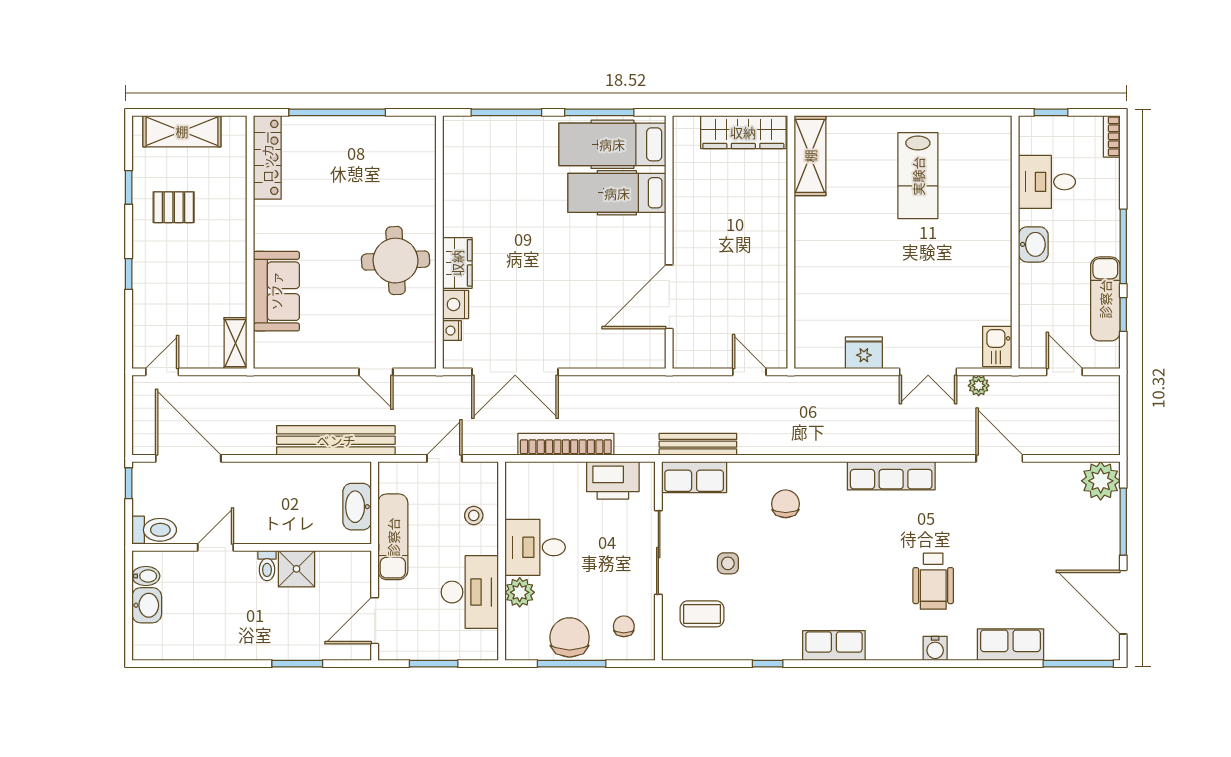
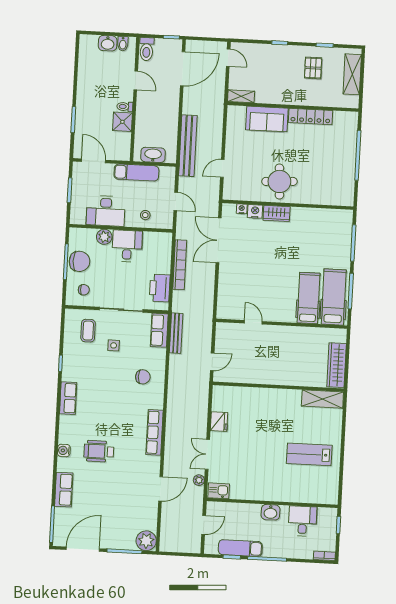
locker: (267, 157) -> (310, 116), moved
door: (669, 297) -> (253, 322), width x0.53

